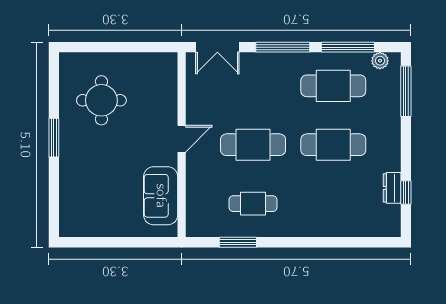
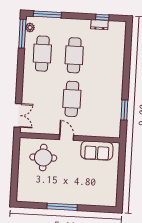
window: (283, 47) -> (20, 80), removed
window: (348, 47) -> (22, 34), moved
round table: (101, 100) -> (43, 158), moved
window: (54, 138) -> (62, 207), width x1.44
cafe table: (253, 204) -> (104, 101), removed

